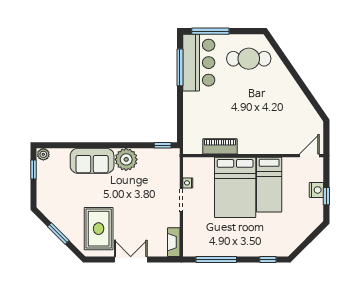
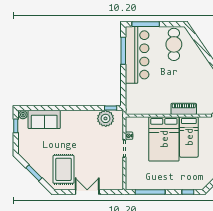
cafe table: (249, 59) -> (174, 44), turned 90
bar counter: (199, 63) -> (137, 55), width x1.36
piano: (220, 146) -> (184, 109), moved
plant: (126, 159) -> (106, 118), moved
sofa: (92, 161) -> (44, 119), moved
fireplace: (174, 242) -> (119, 179), removed

